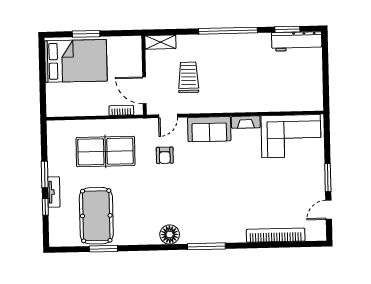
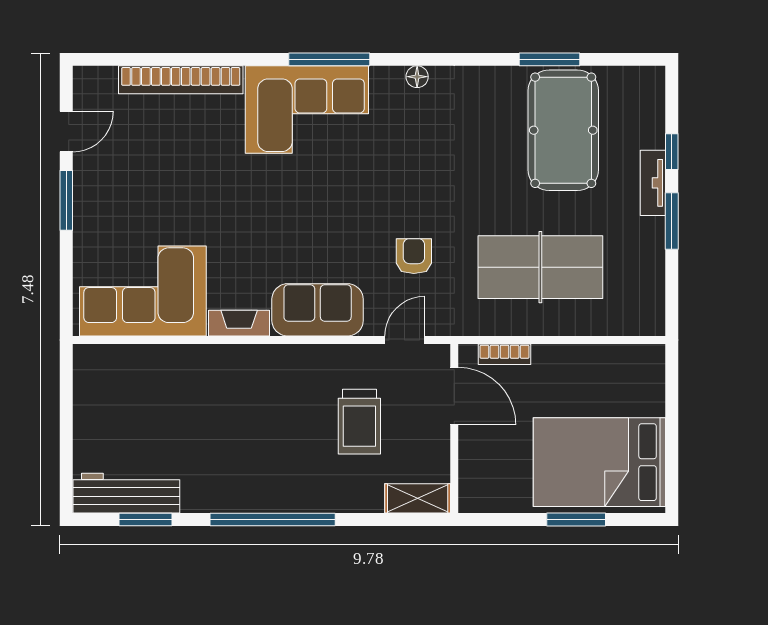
corner sofa: (216, 223) -> (307, 110), added
floor lamp: (170, 234) -> (417, 77), width x0.53, depth x0.53

